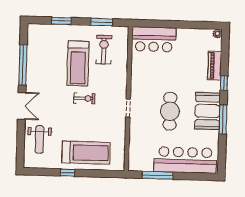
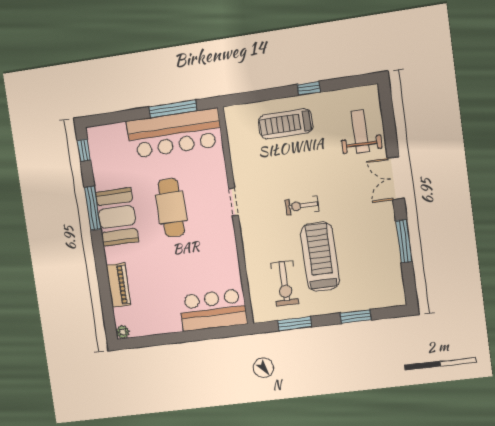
window: (23, 65) -> (404, 241), width x0.68
window: (224, 83) -> (84, 150), moved
treadmill: (86, 153) -> (286, 124), width x0.73, depth x0.73
bar counter: (185, 160) -> (174, 133), moved

